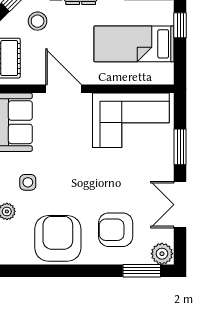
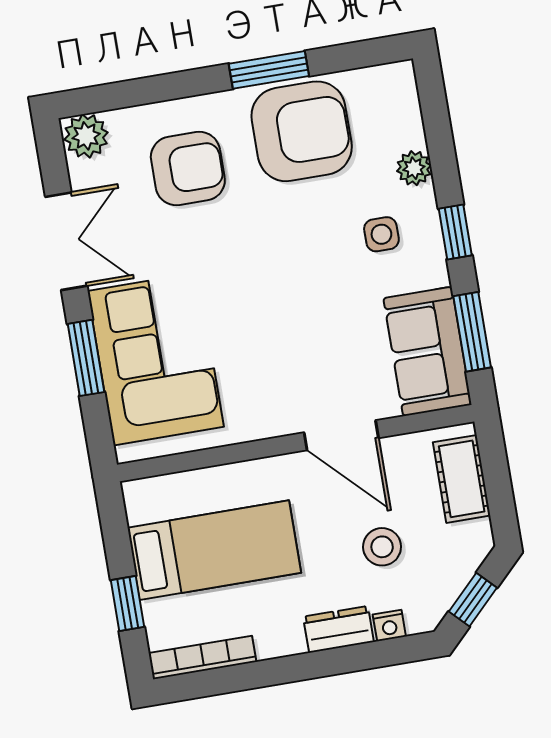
stool: (38, 21) -> (382, 547), moved
corner sofa: (131, 120) -> (156, 359), moved, turned 90
armchair: (58, 238) -> (302, 131), turned -90
window: (142, 271) -> (269, 70), moved

